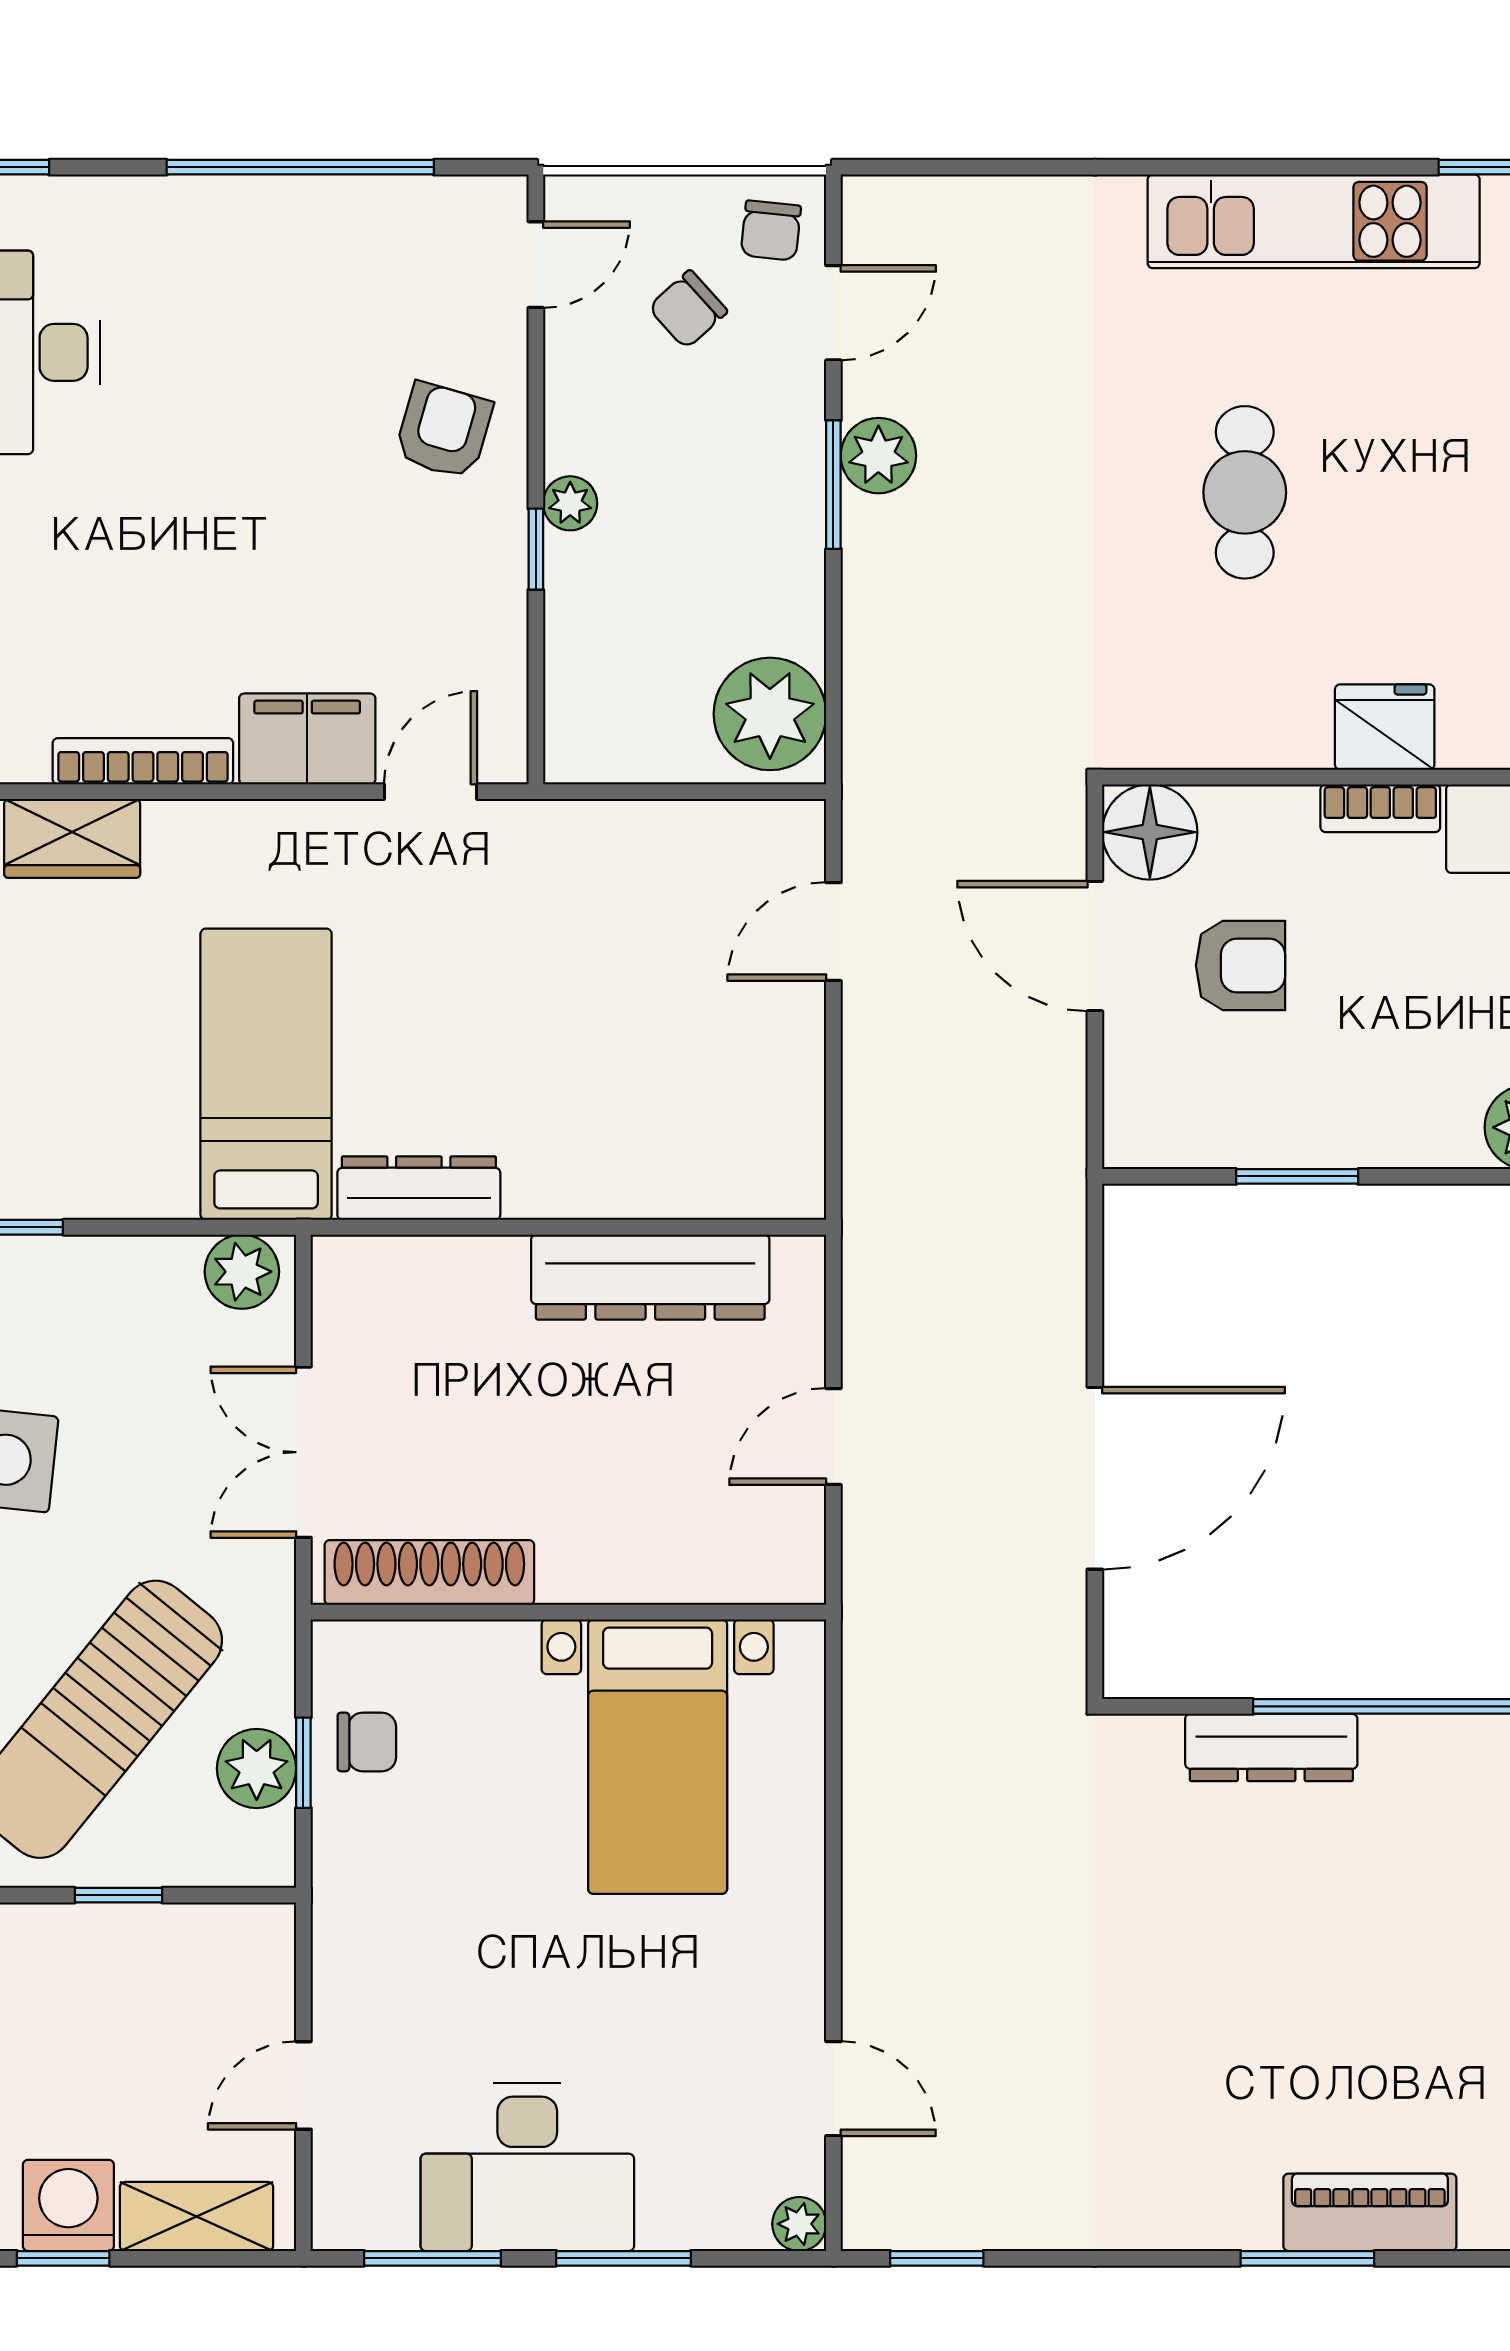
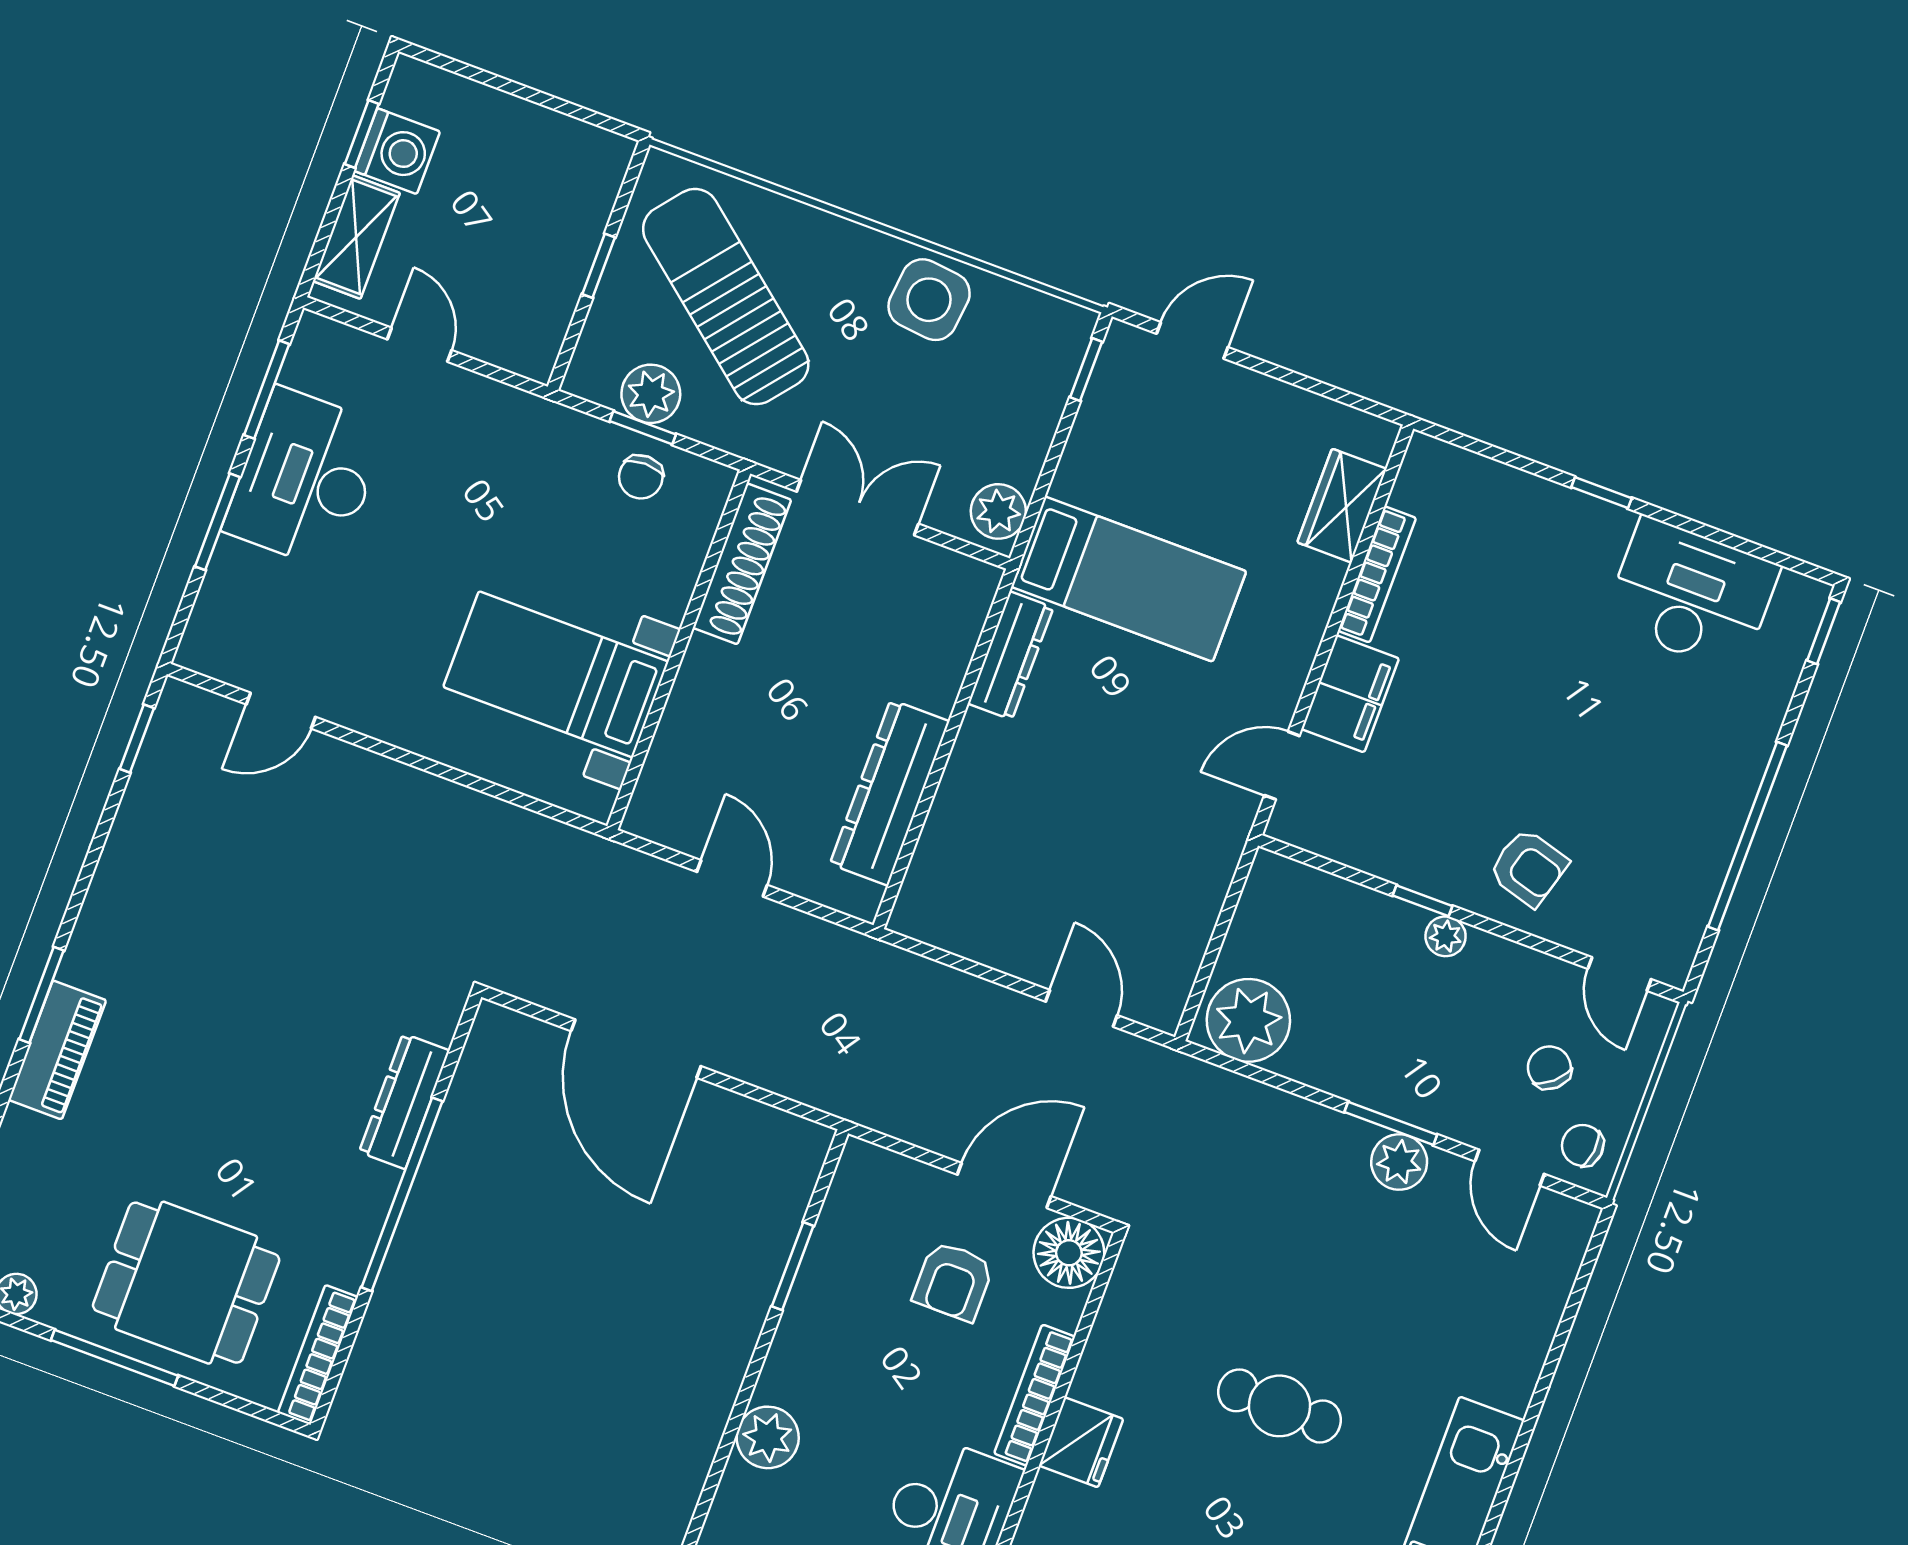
door: (431, 792) -> (1282, 766), swing flipped
bookcase: (1380, 808) -> (1035, 1395), width x1.56
plant: (799, 2224) -> (196, 652), removed

